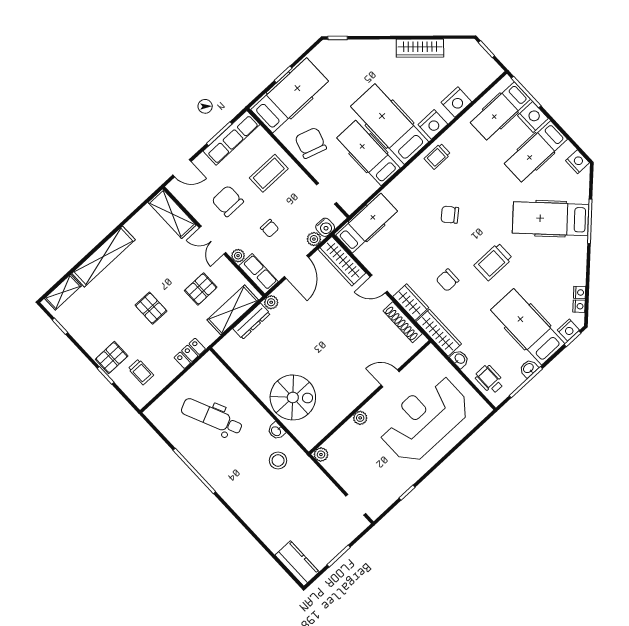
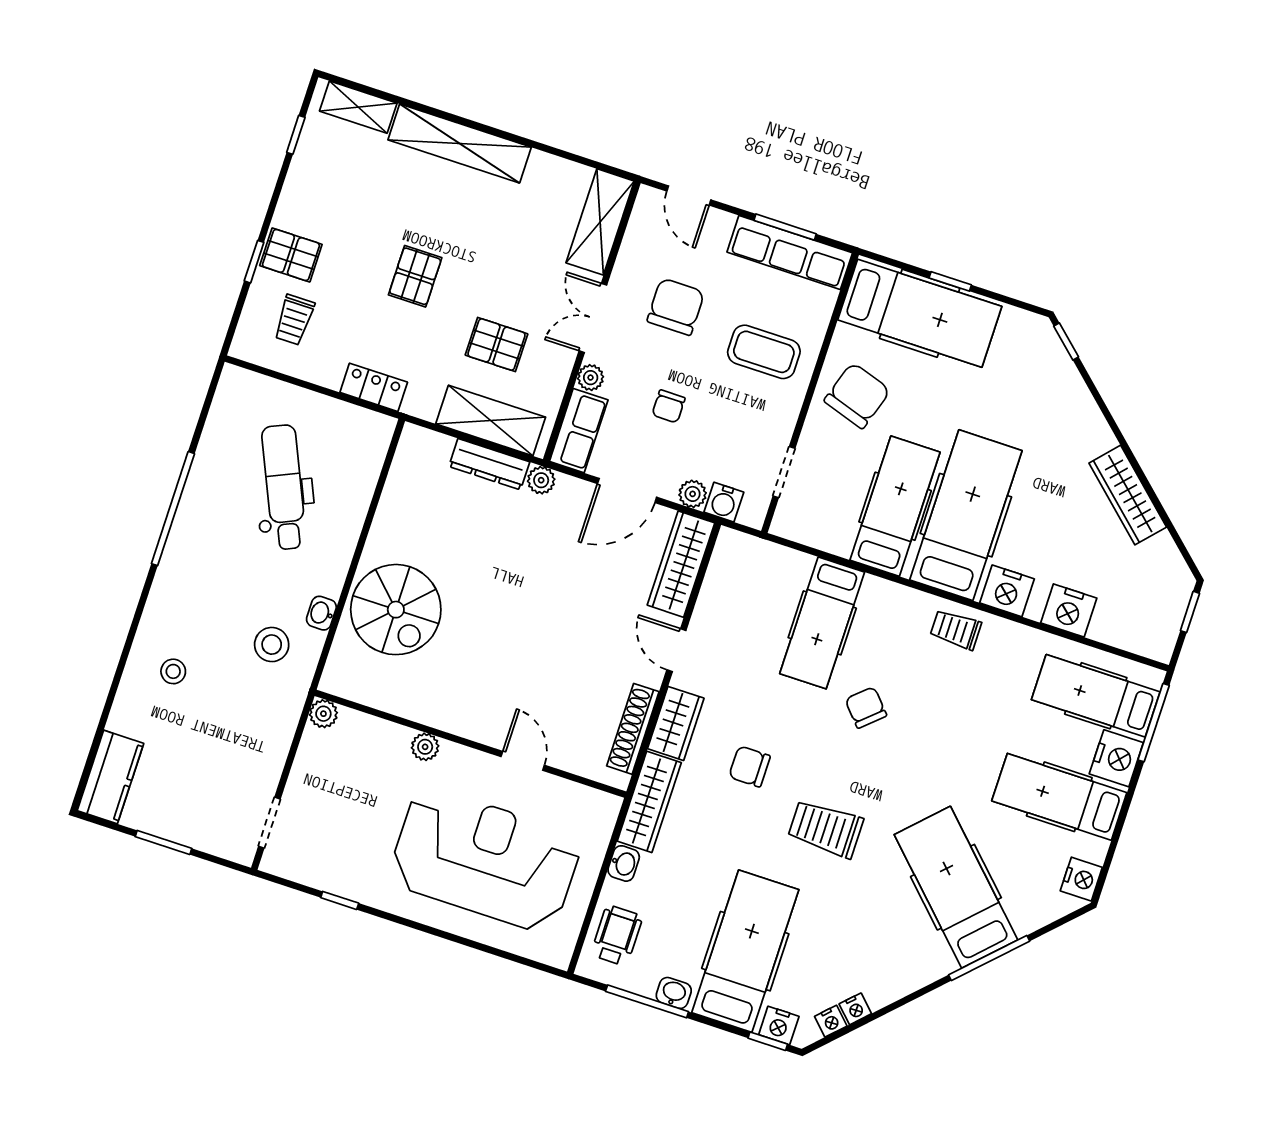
hospital bed: (367, 223) -> (822, 623), moved, turned 90
stool: (266, 510) -> (173, 671), added

